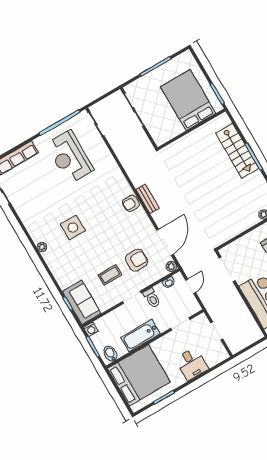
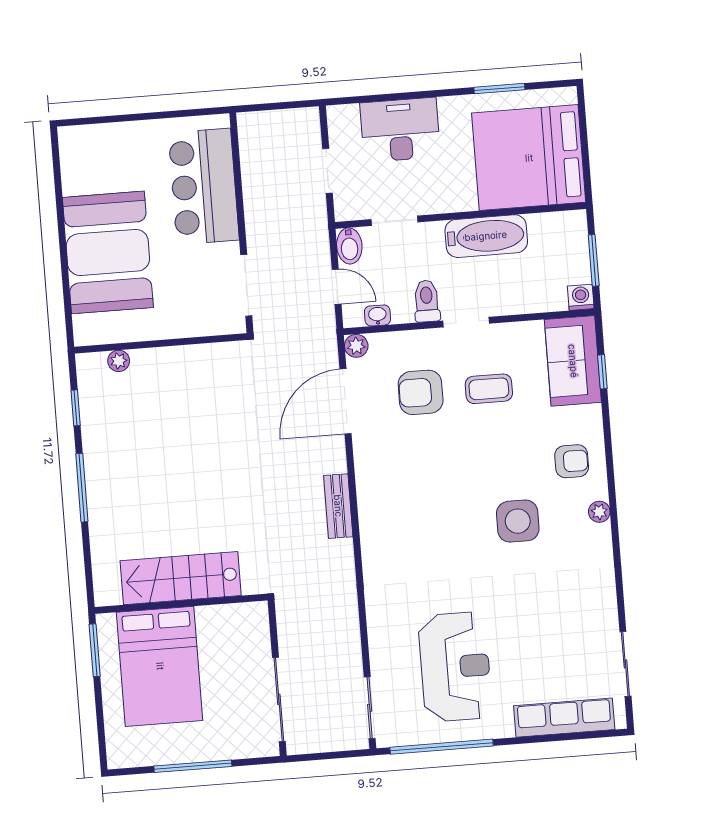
stairs: (237, 151) -> (181, 578), moved, turned -90
armchair: (131, 203) -> (572, 461), moved
door: (191, 286) -> (337, 287), swing flipped
bidet: (110, 354) -> (349, 246), moved
desk: (192, 364) -> (400, 130), width x1.37

